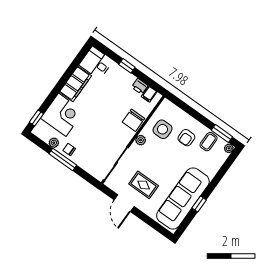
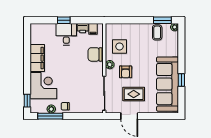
desk: (96, 63) -> (66, 34), moved, turned 90
chair: (134, 120) -> (95, 54), turned 90
armchair: (186, 138) -> (126, 72), moved
window: (63, 159) -> (50, 116), moved

